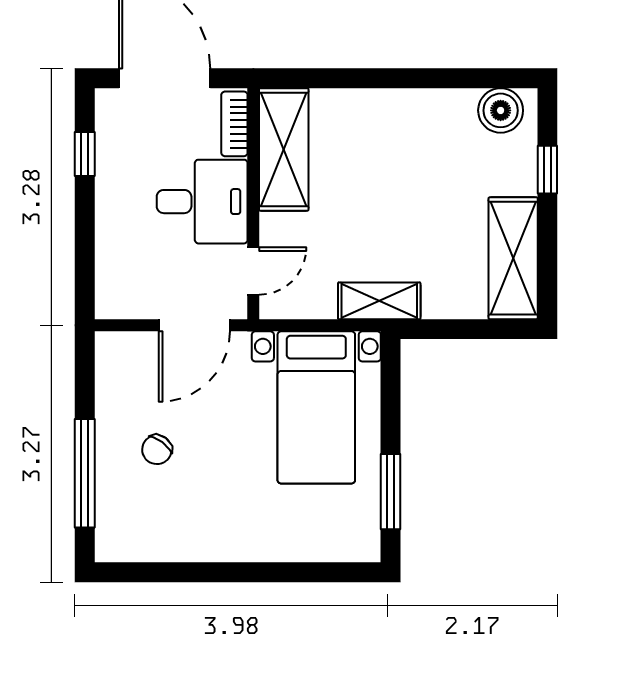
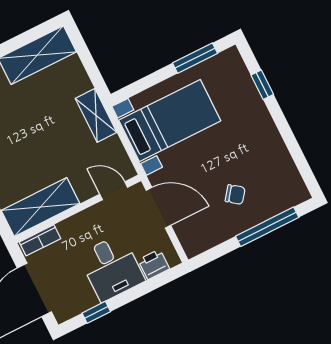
desk: (202, 202) -> (111, 268), moved, turned 180
printer: (113, 276) -> (154, 264), added
window: (300, 572) -> (262, 85), added

